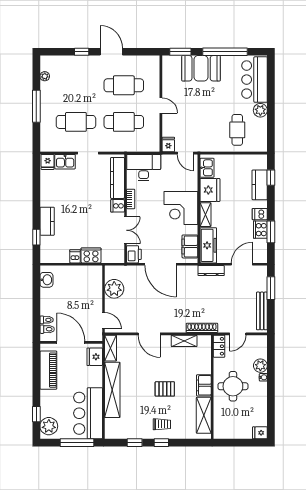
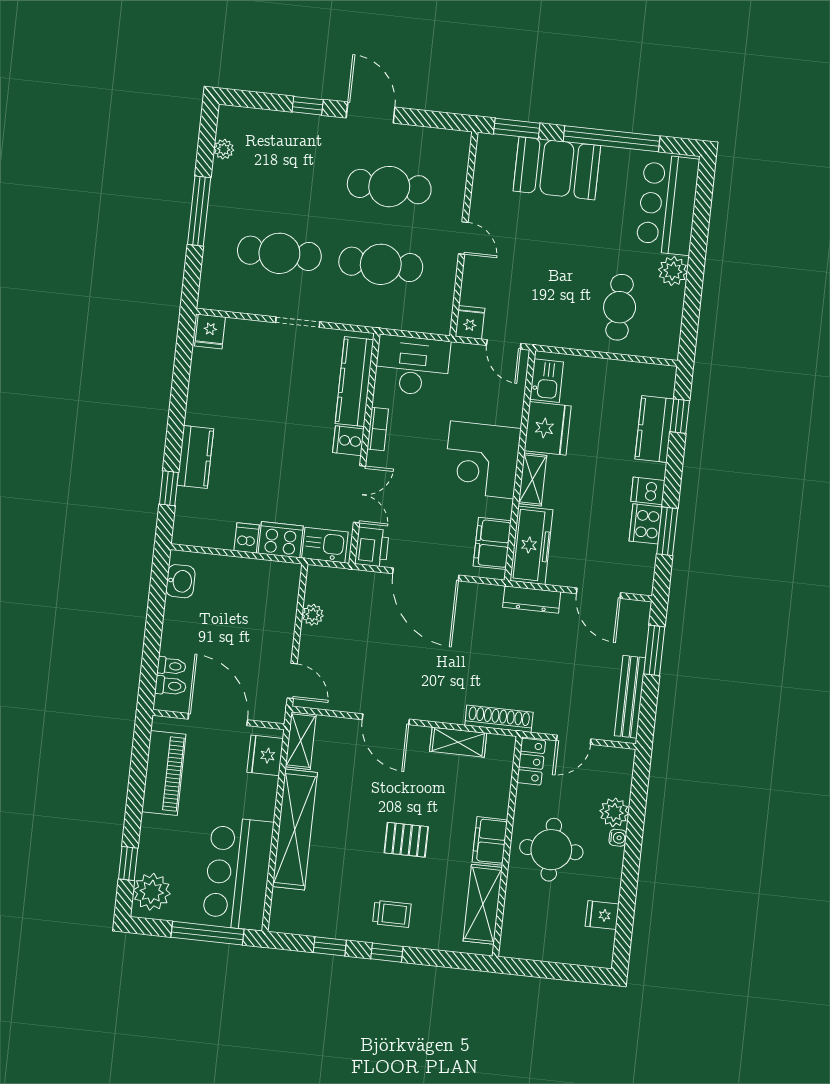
kitchen sink: (65, 162) -> (325, 545), moved, turned 180
door: (242, 264) -> (598, 593), swing flipped
plant: (114, 289) -> (313, 615), width x0.53, depth x0.53
fridge: (260, 433) -> (602, 915), moved

